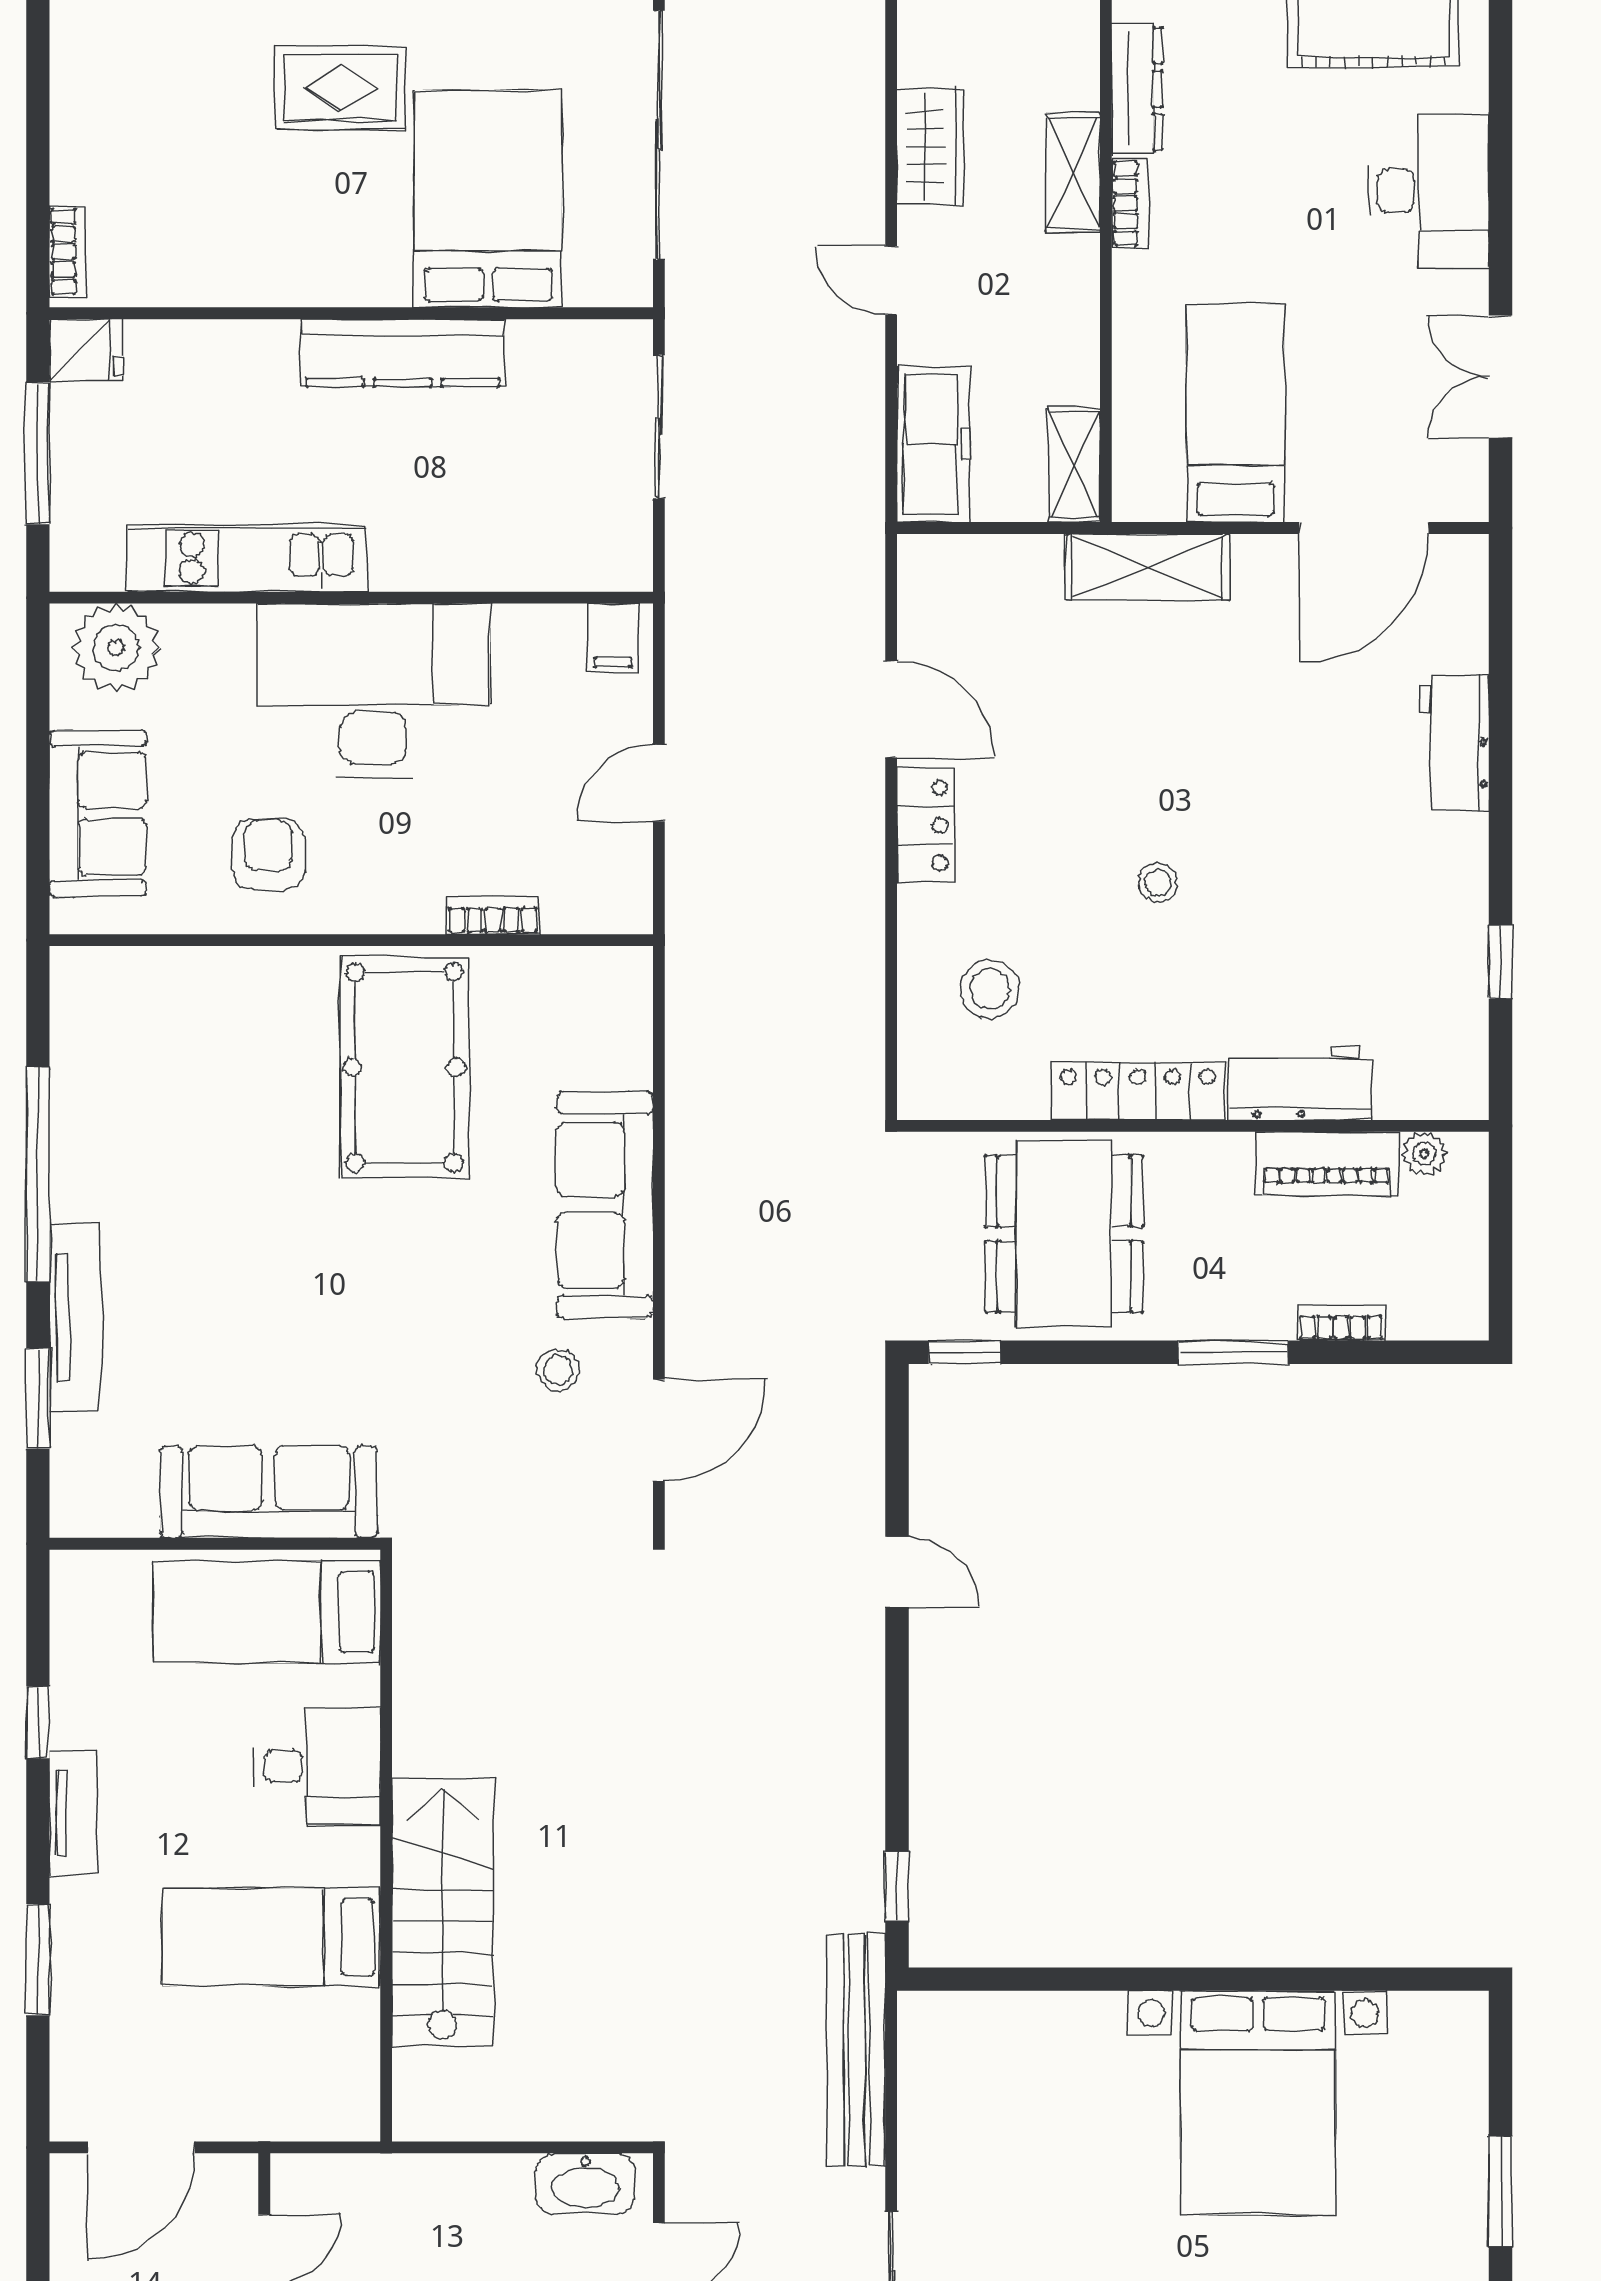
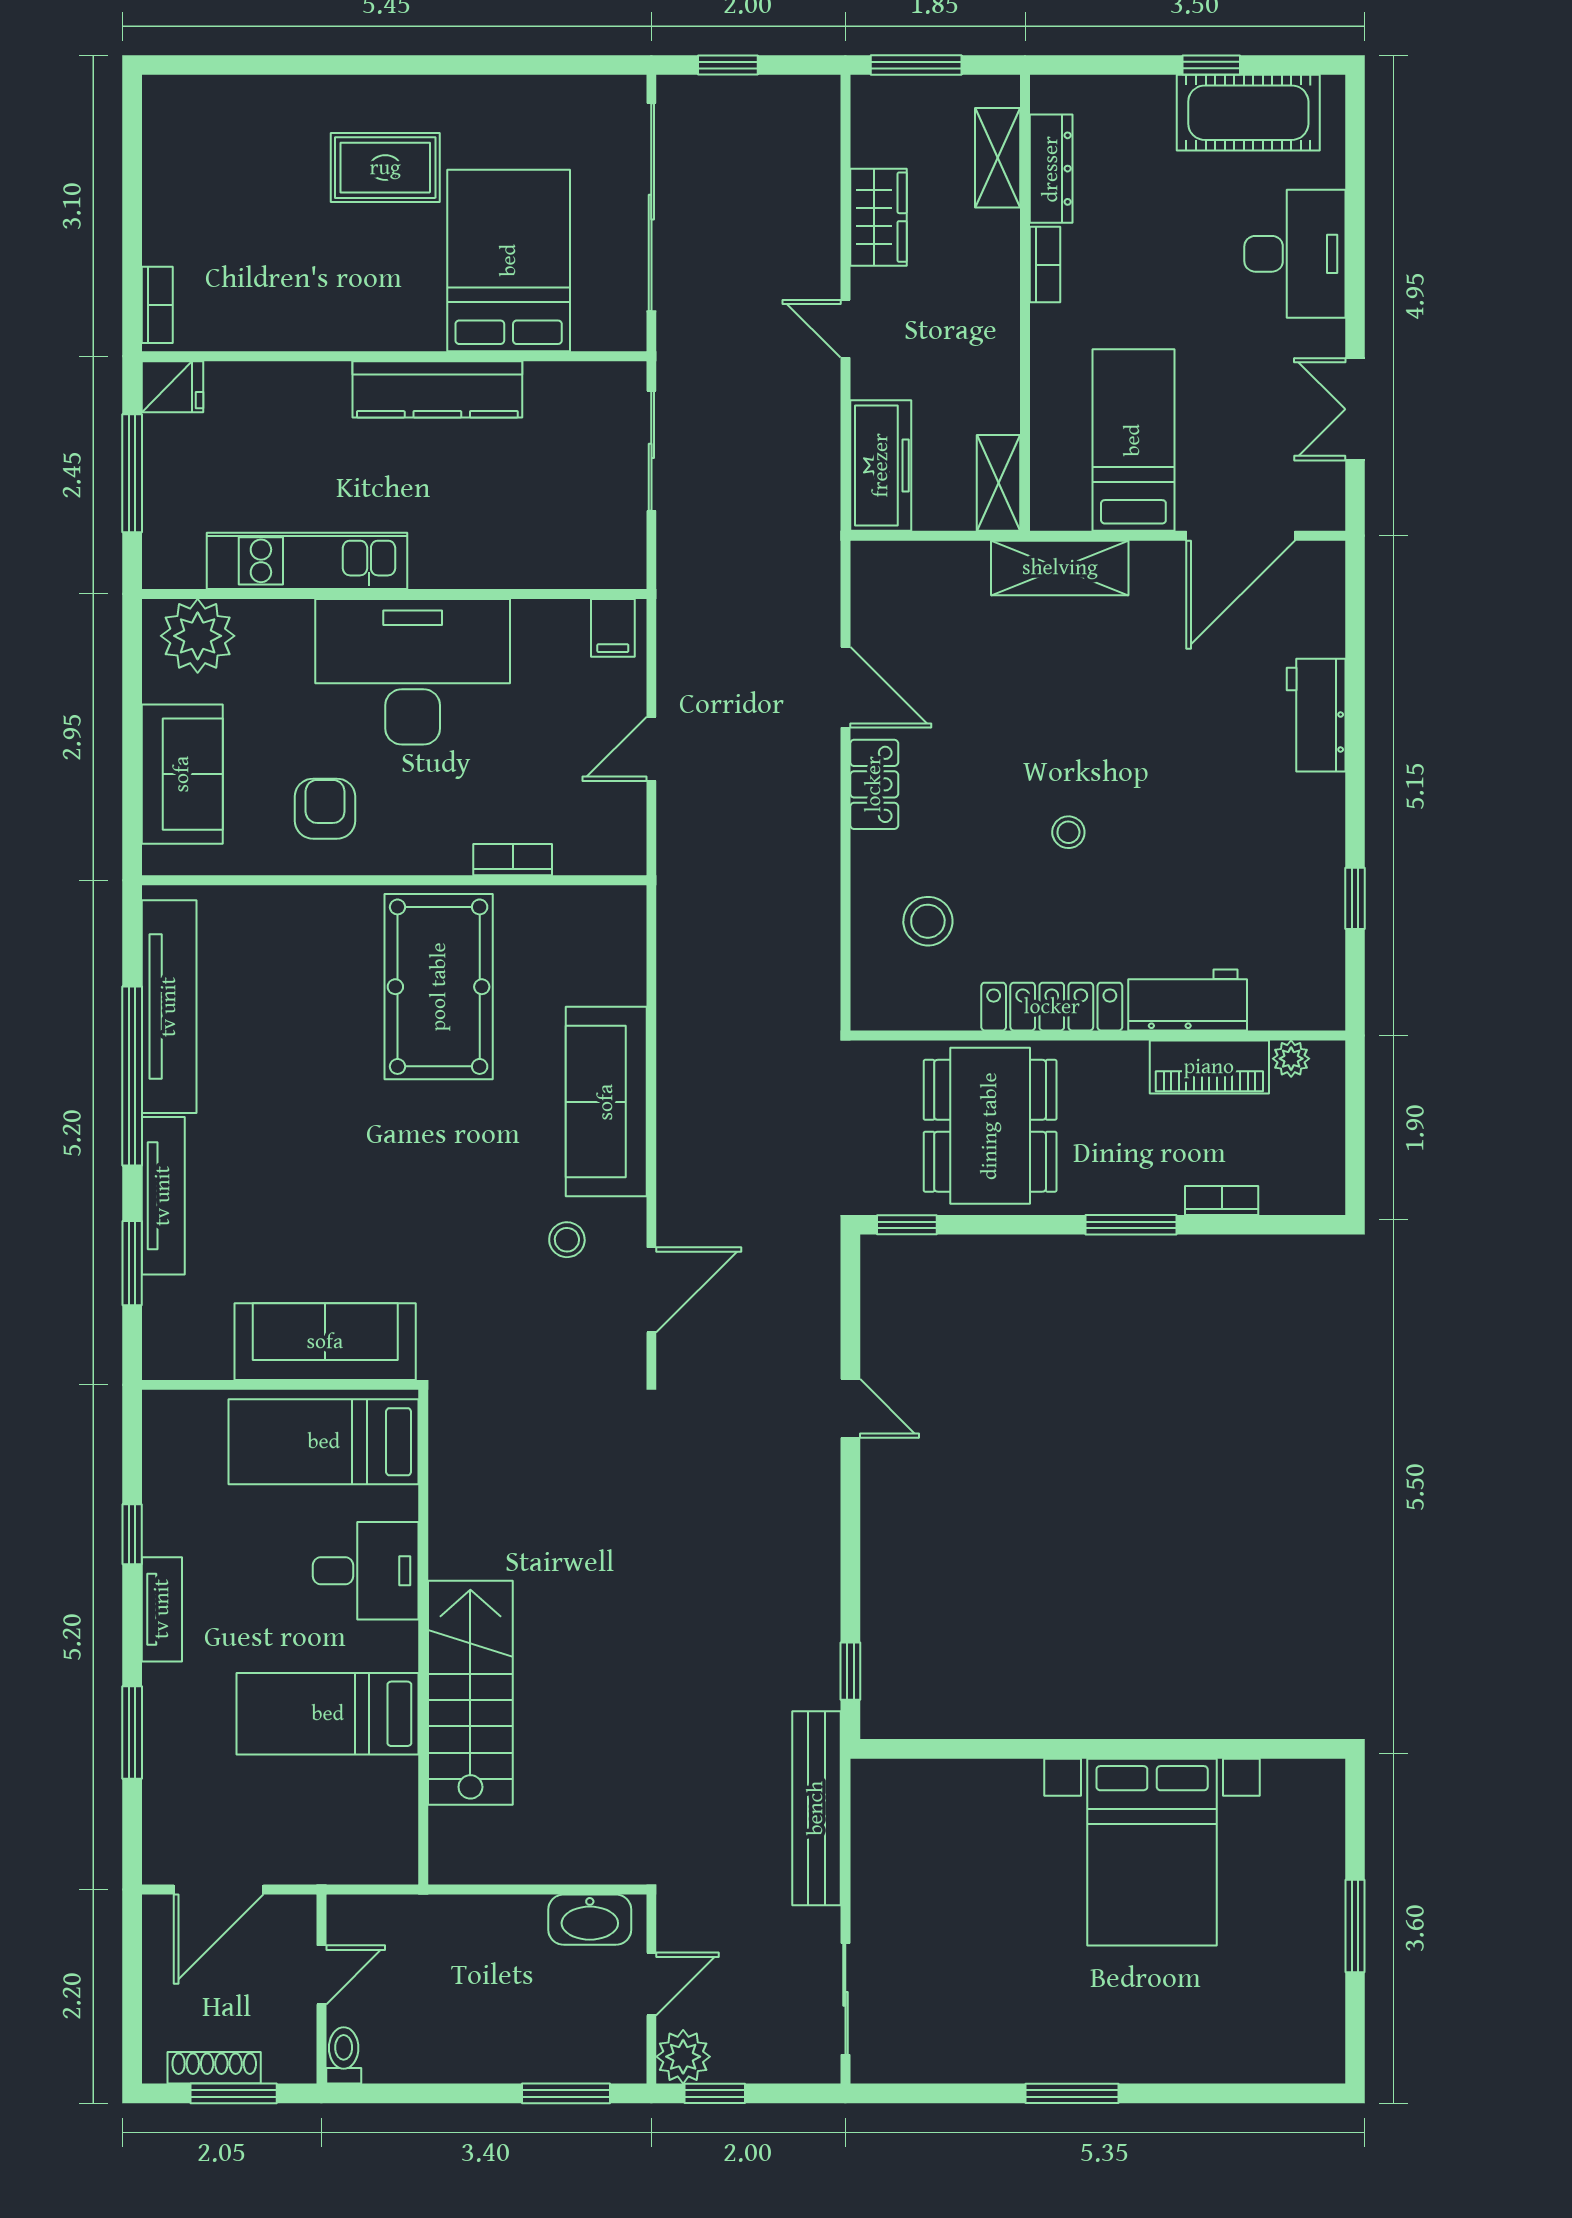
shelving: (1073, 173) -> (998, 158), moved
tv unit: (82, 1091) -> (169, 1007), added

